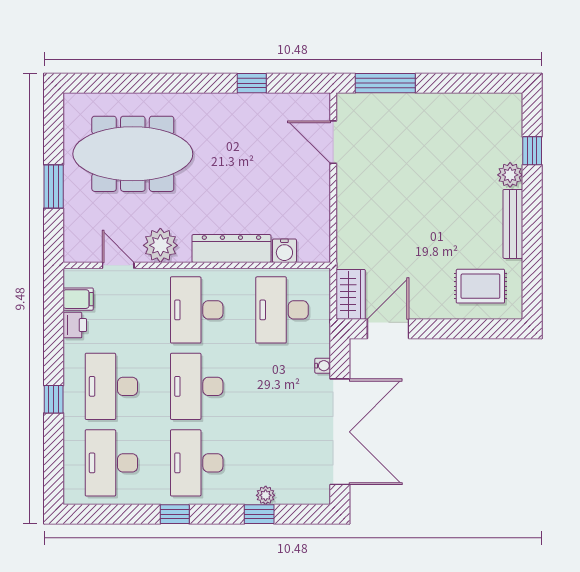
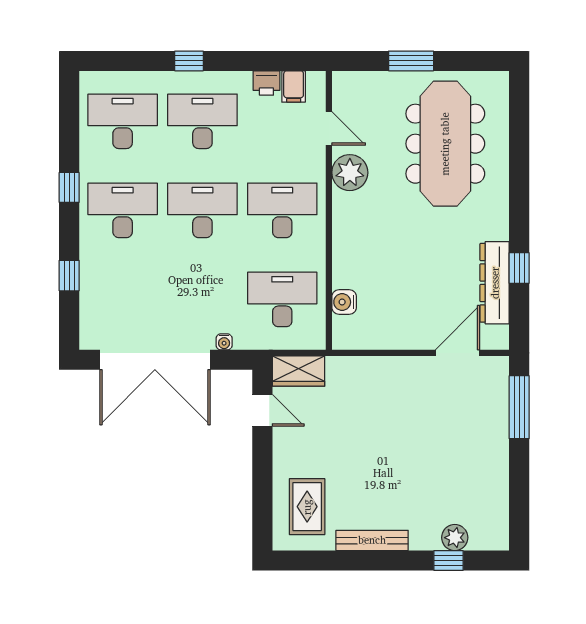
plant: (510, 175) -> (455, 538), moved
dresser: (231, 248) -> (495, 283), moved, turned 180
door: (118, 265) -> (329, 128), hinge flipped
door: (388, 329) -> (262, 410), width x0.73
plant: (266, 495) -> (89, 282), removed

